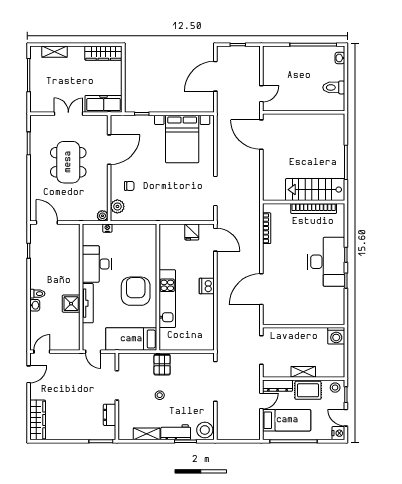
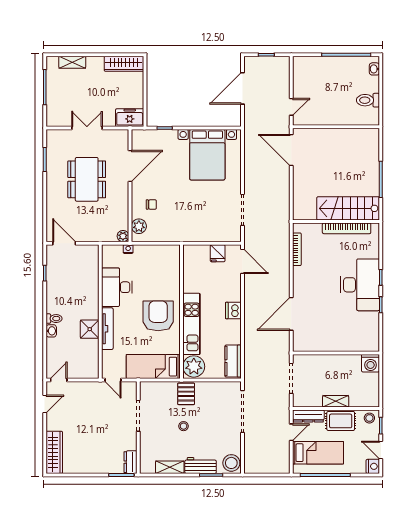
freezer: (104, 104) -> (130, 118), width x0.71
kitchen counter: (206, 334) -> (233, 361), added
plant: (169, 339) -> (194, 366), added
dresser: (110, 415) -> (130, 462), moved

